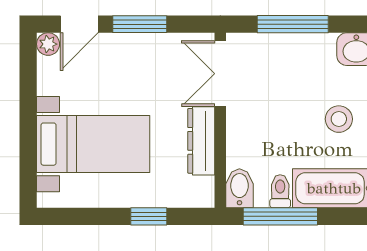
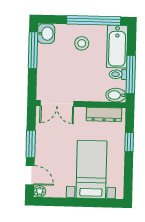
window: (293, 24) -> (33, 50), moved
dresser: (201, 141) -> (104, 114), moved

